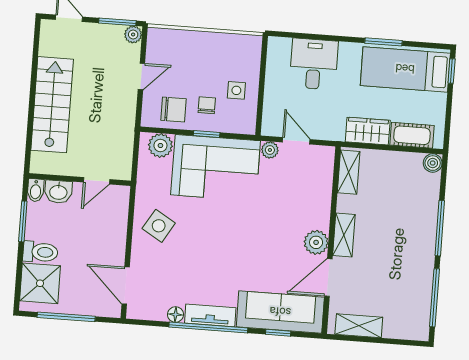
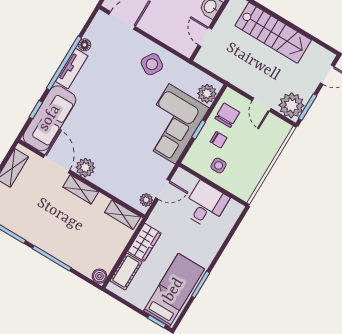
plant: (133, 34) -> (291, 105), width x1.87, depth x1.87
desk: (314, 64) -> (205, 205), moved, turned -90
chair: (174, 110) -> (227, 115), turned 180
plant: (270, 150) -> (146, 200), moved

